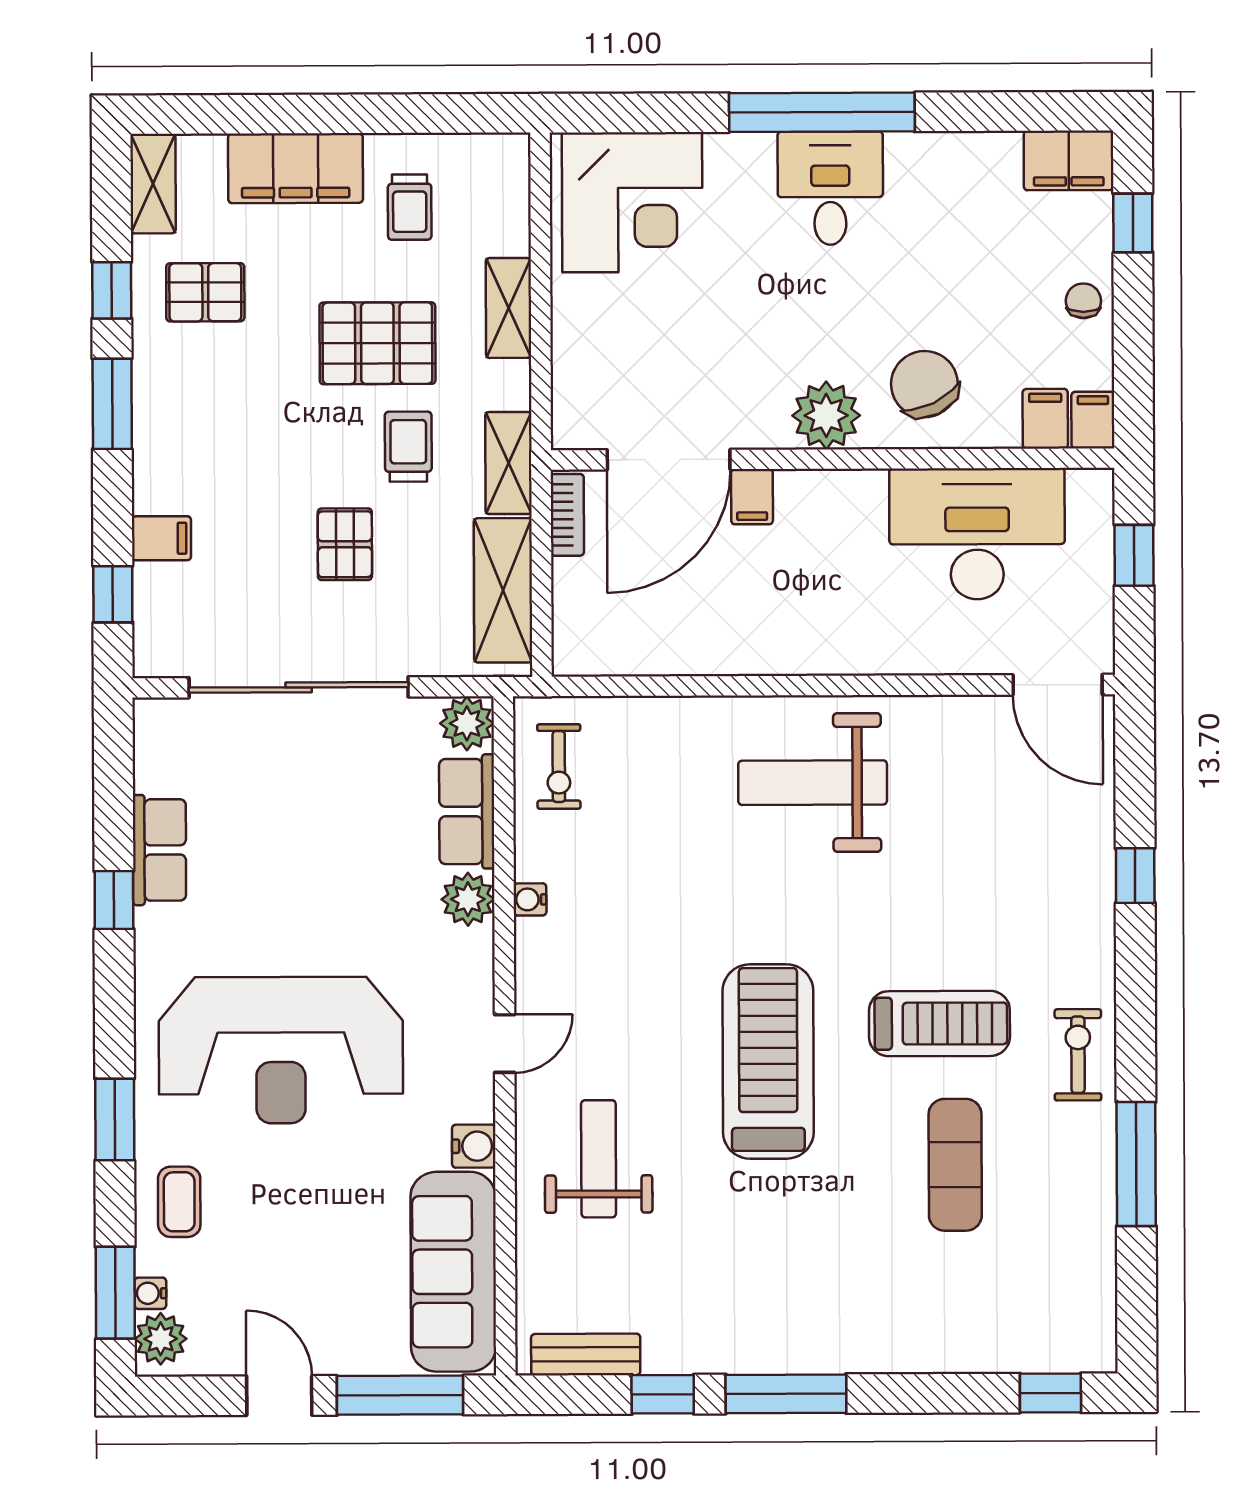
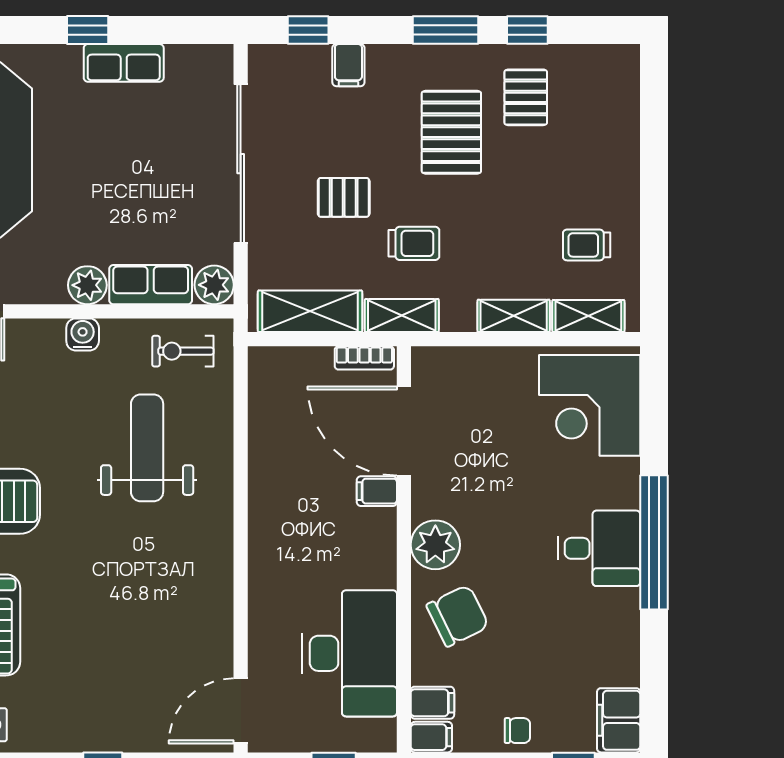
filing cabinet: (296, 168) -> (615, 163), removed
shelving: (153, 184) -> (588, 316), moved
pallet: (377, 343) -> (451, 132), moved
weight bench: (813, 783) -> (147, 448), moved
water cooler: (530, 899) -> (83, 334), width x1.38, depth x1.38

